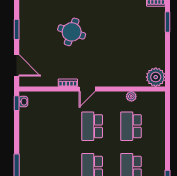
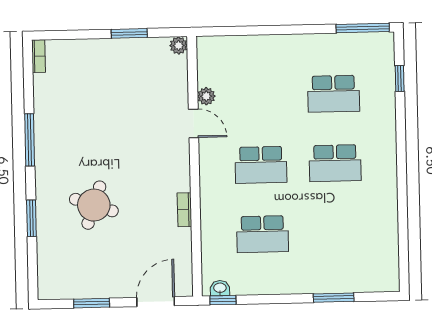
window: (168, 22) -> (129, 33), moved
plant: (156, 77) -> (179, 45), width x0.53, depth x0.53
door: (87, 89) -> (194, 123), moved
school desk: (131, 126) -> (262, 234), moved

